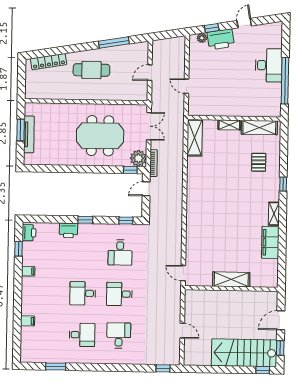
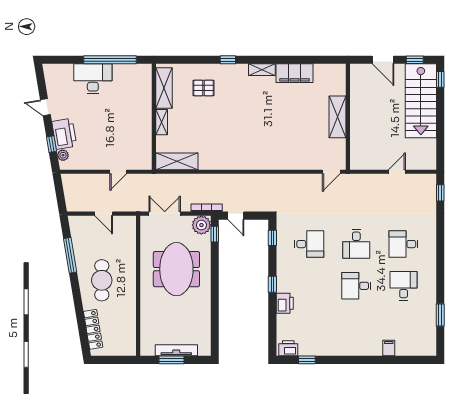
filing cabinet: (28, 271) -> (332, 348), removed
desk: (83, 293) -> (356, 286), turned 90

